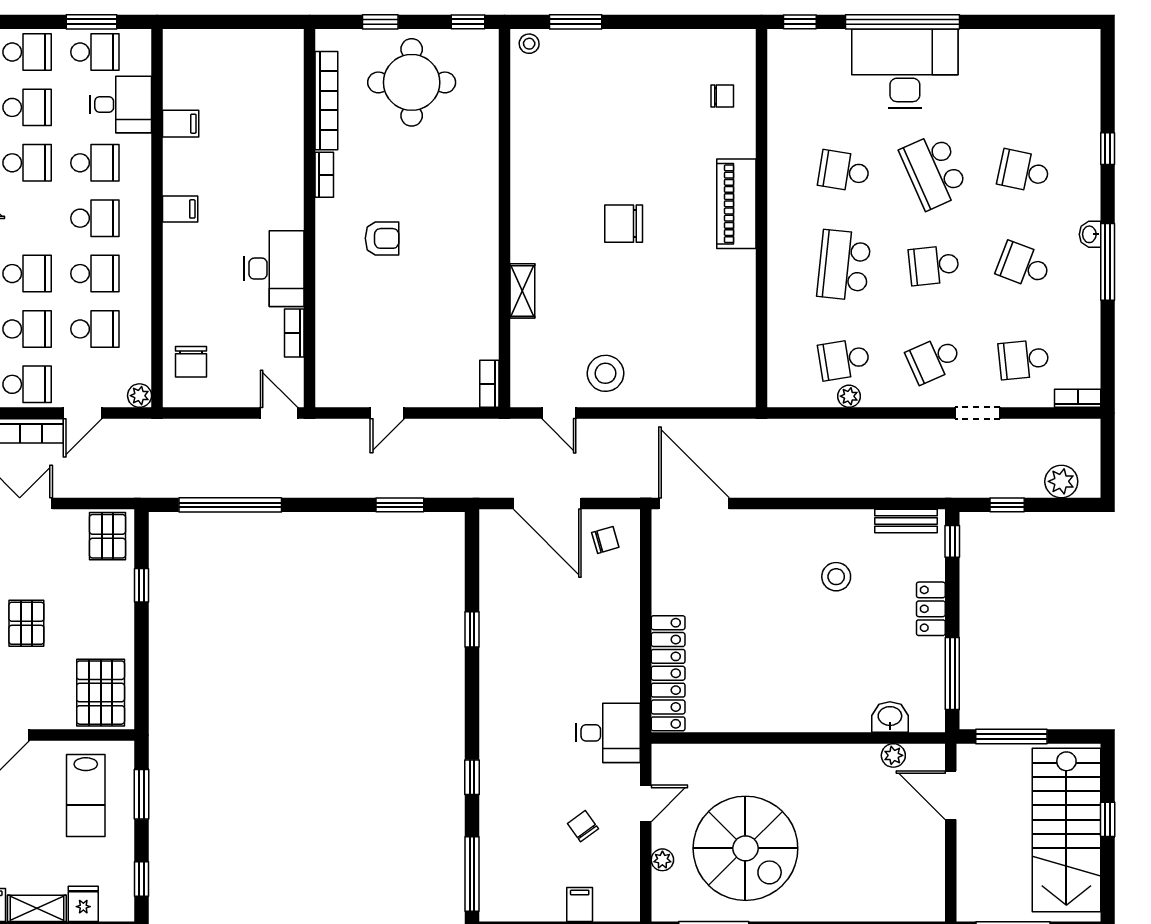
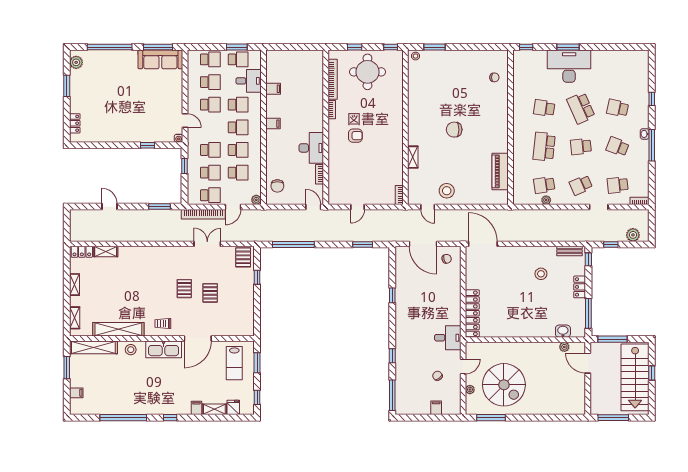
window: (902, 22) -> (568, 47), width x0.47
piano: (736, 204) -> (500, 171), moved
pallet: (101, 693) -> (240, 321), removed

